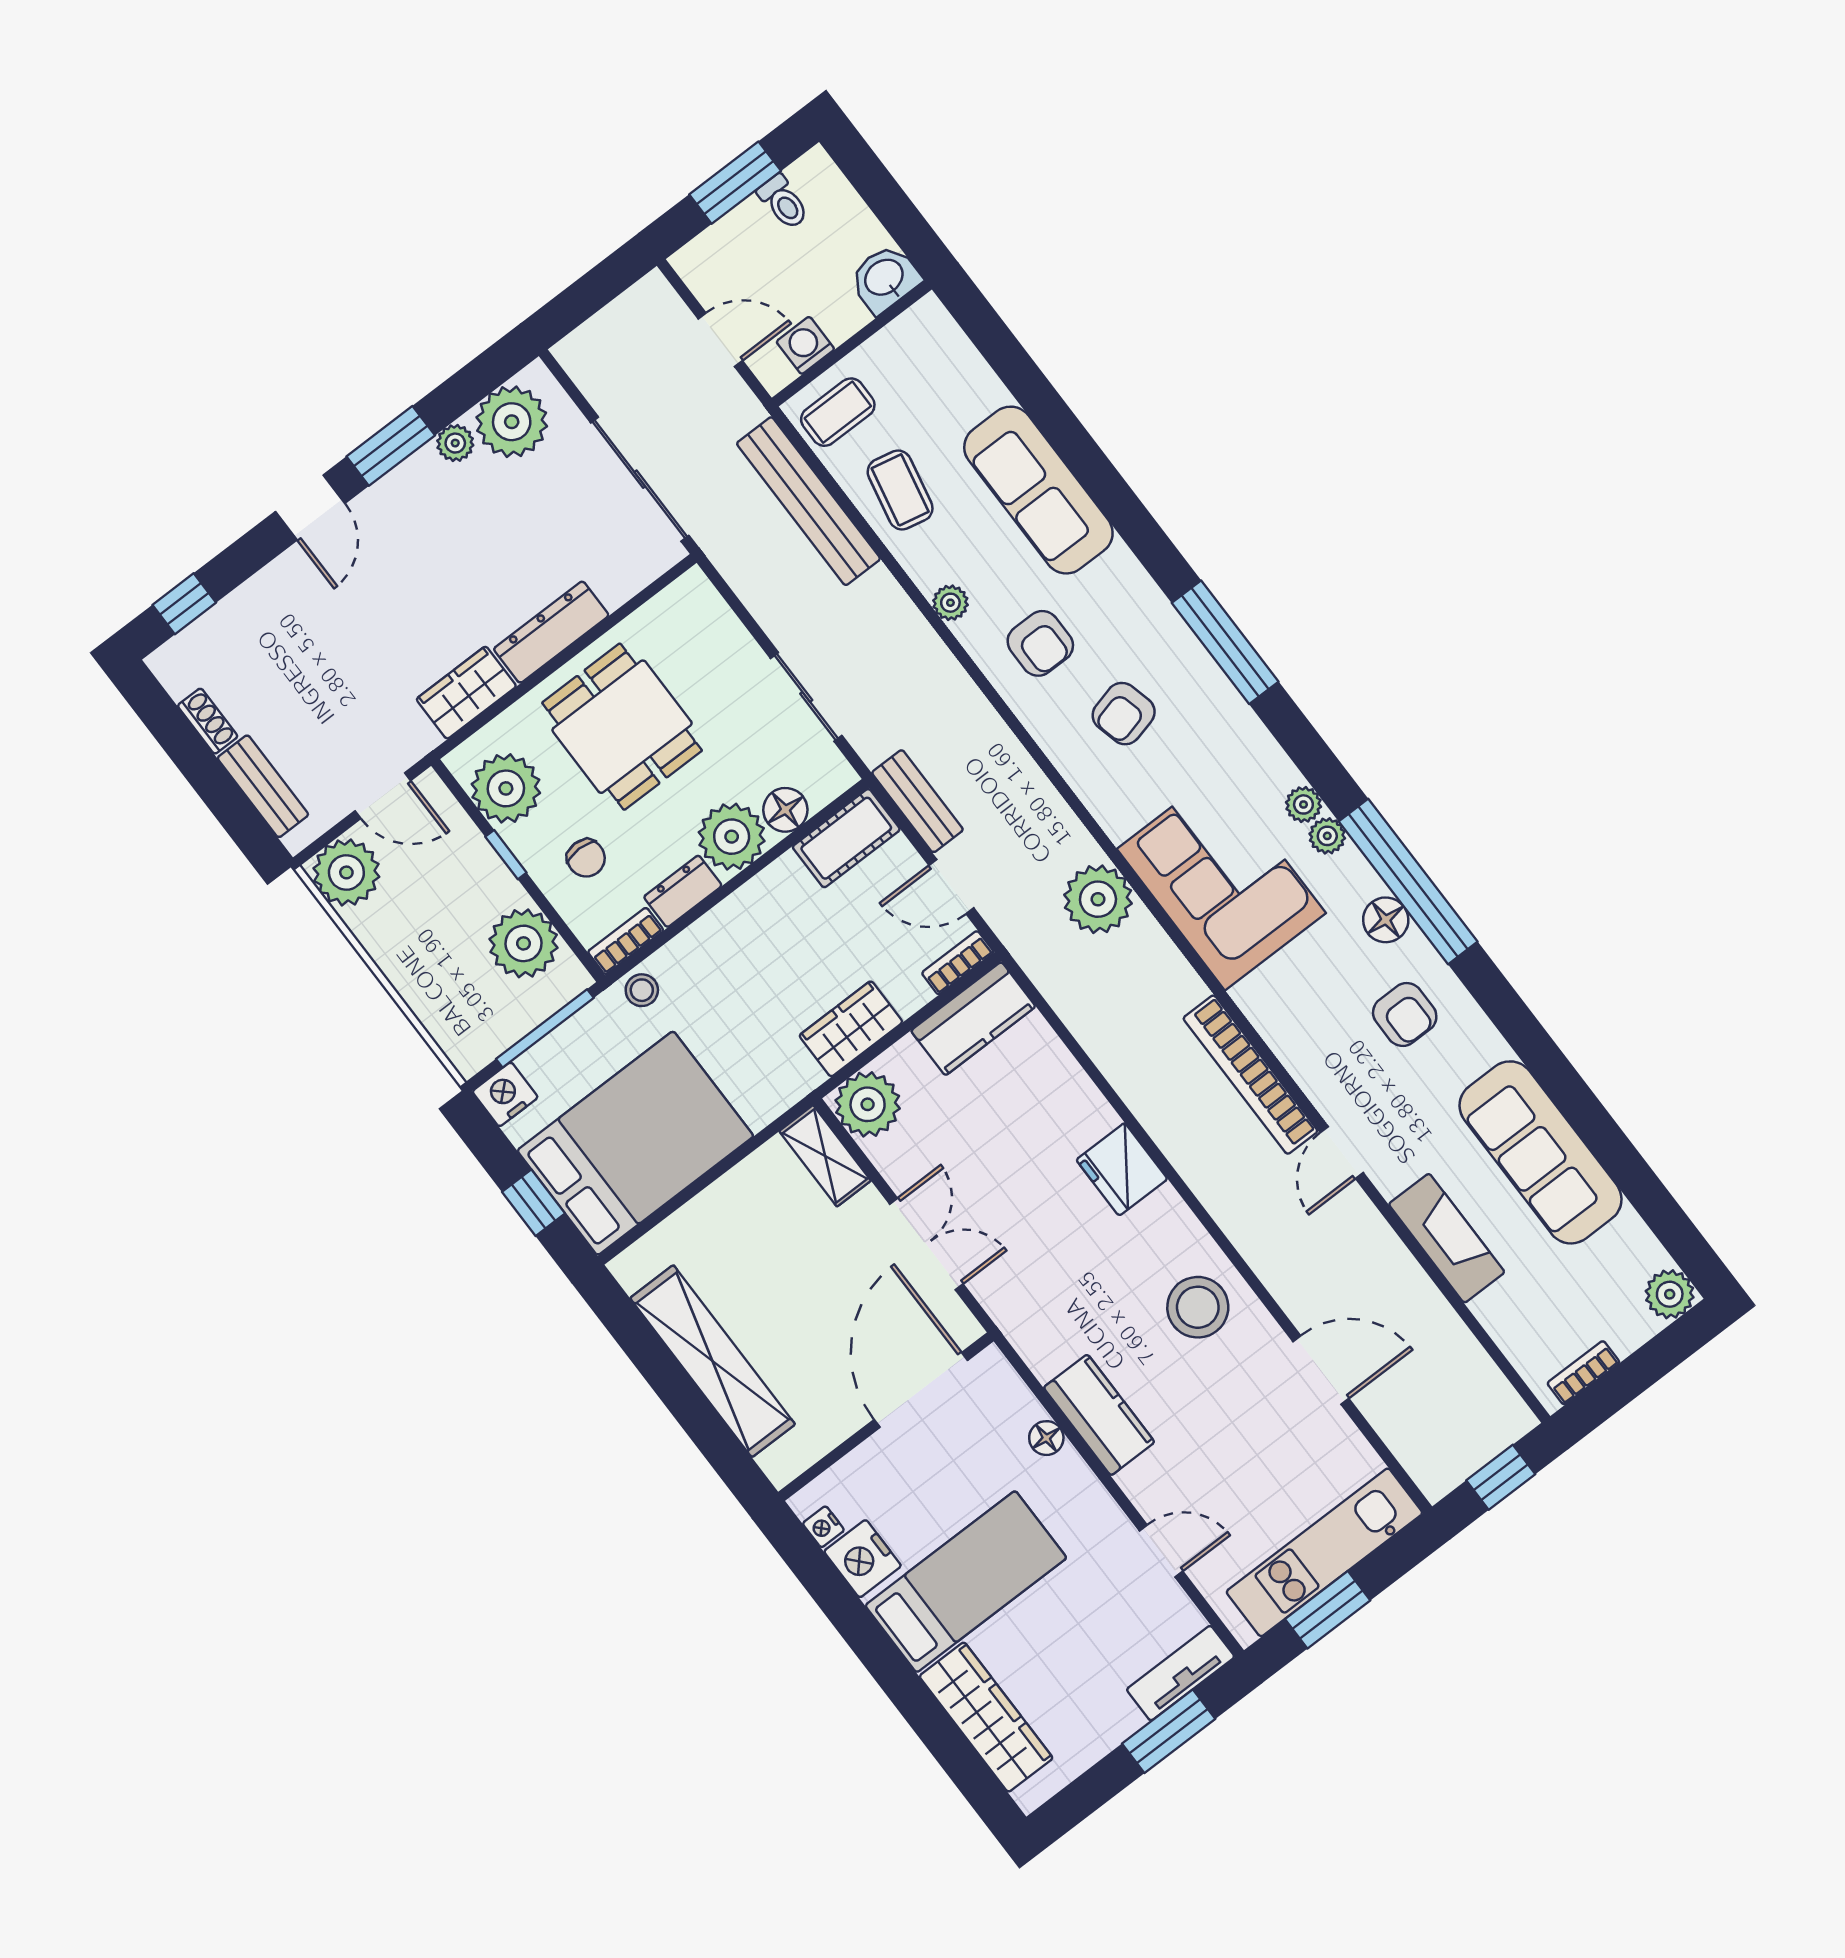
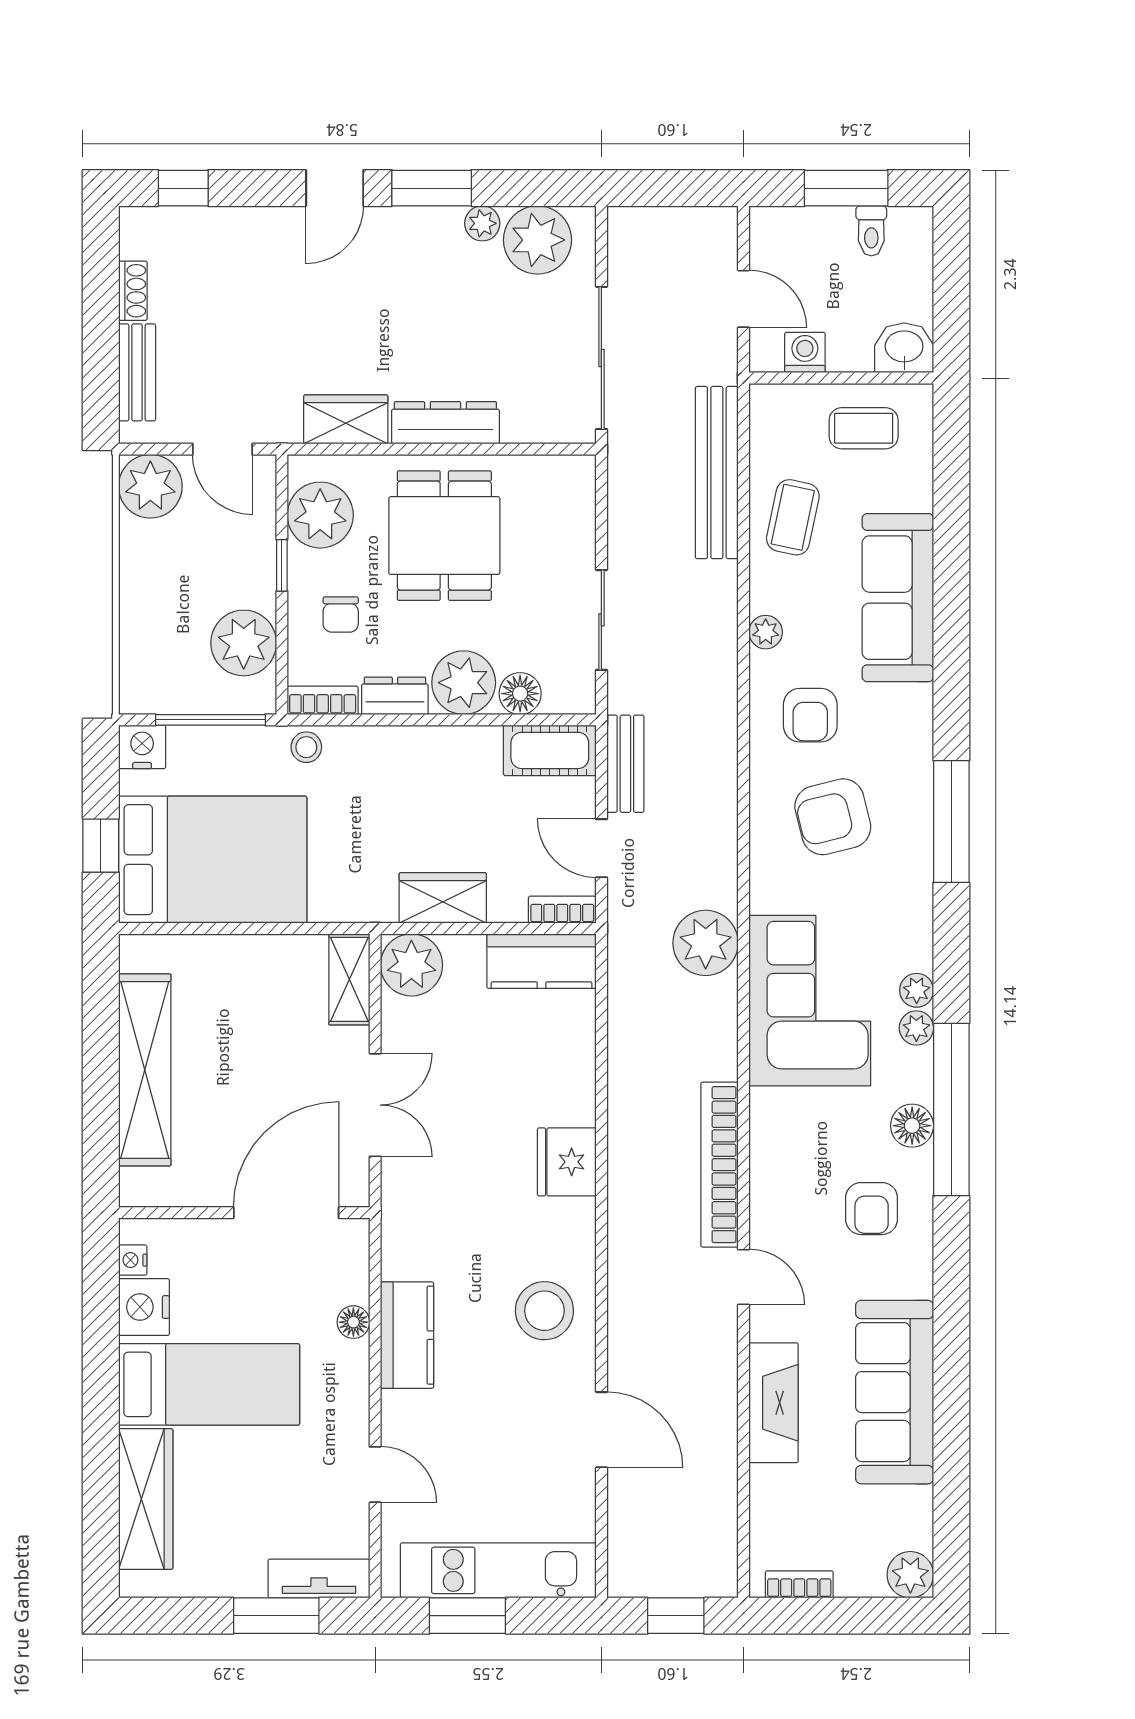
coffee table: (838, 412) -> (864, 428), moved
armchair: (1124, 714) -> (833, 817), width x1.38, depth x1.38
door: (1342, 1153) -> (744, 1277), swing flipped

